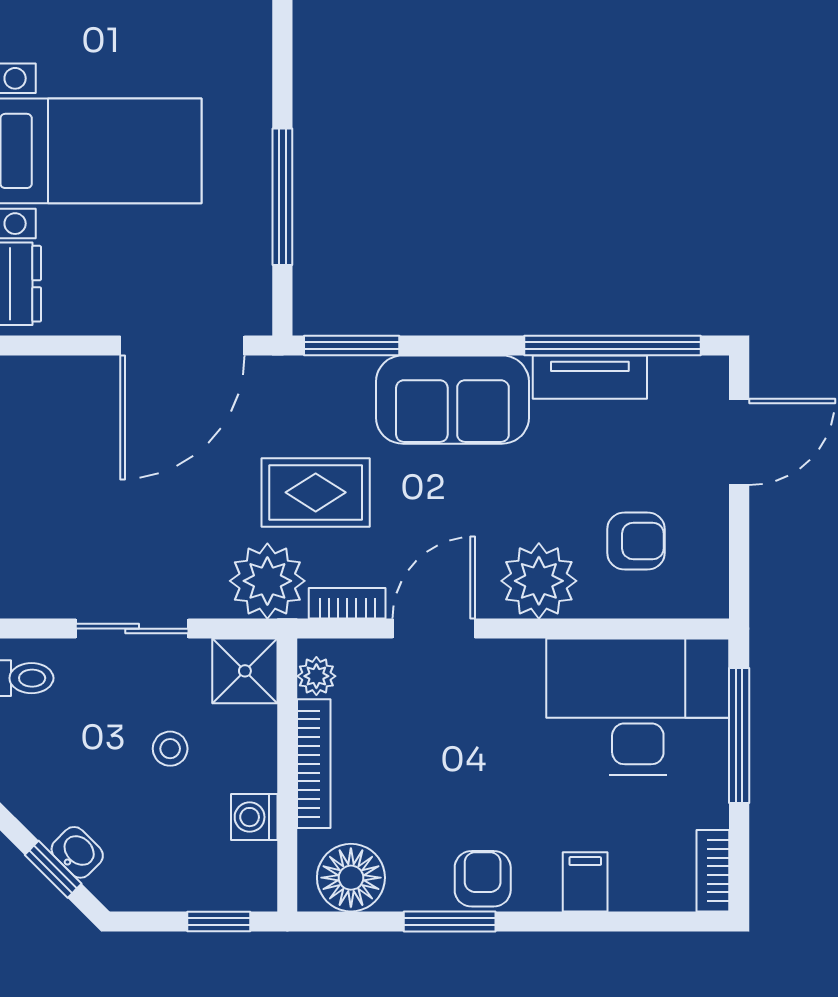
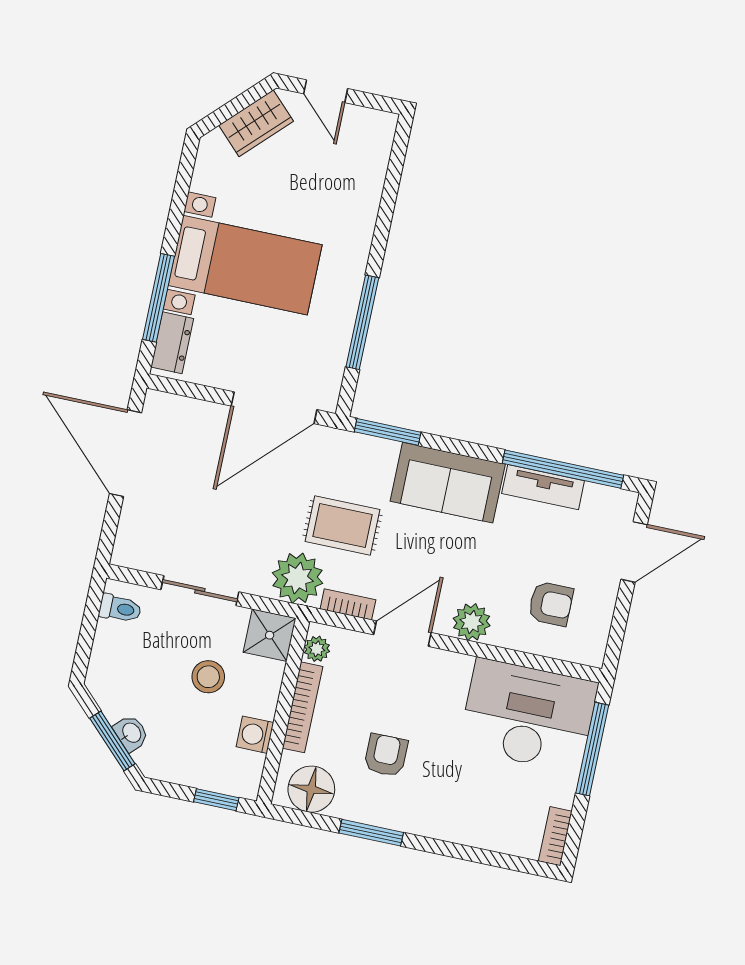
plant: (539, 581) -> (472, 622), width x0.73, depth x0.73
stool: (170, 749) -> (208, 677), width x1.37, depth x1.37
window: (53, 869) -> (112, 741), width x1.50
armchair: (483, 879) -> (386, 755), moved
filing cabinet: (585, 882) -> (468, 825), removed

